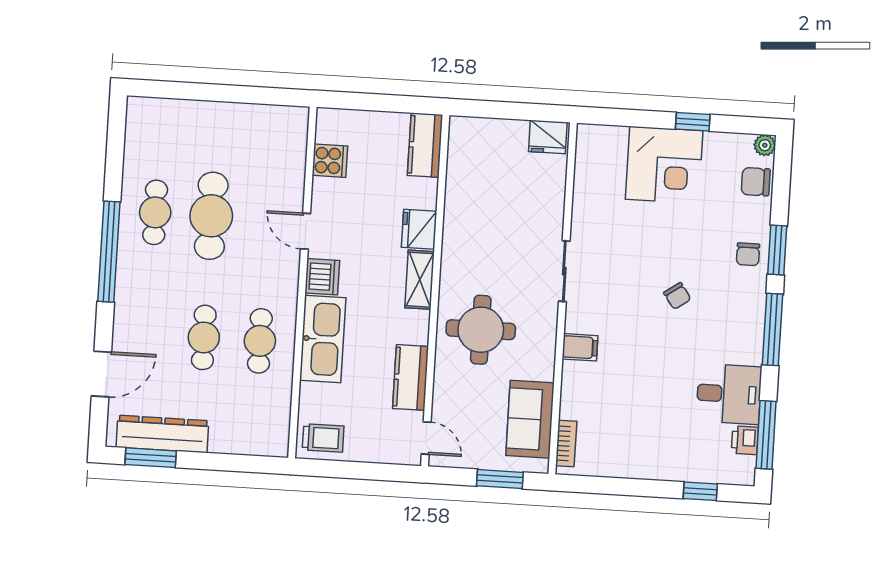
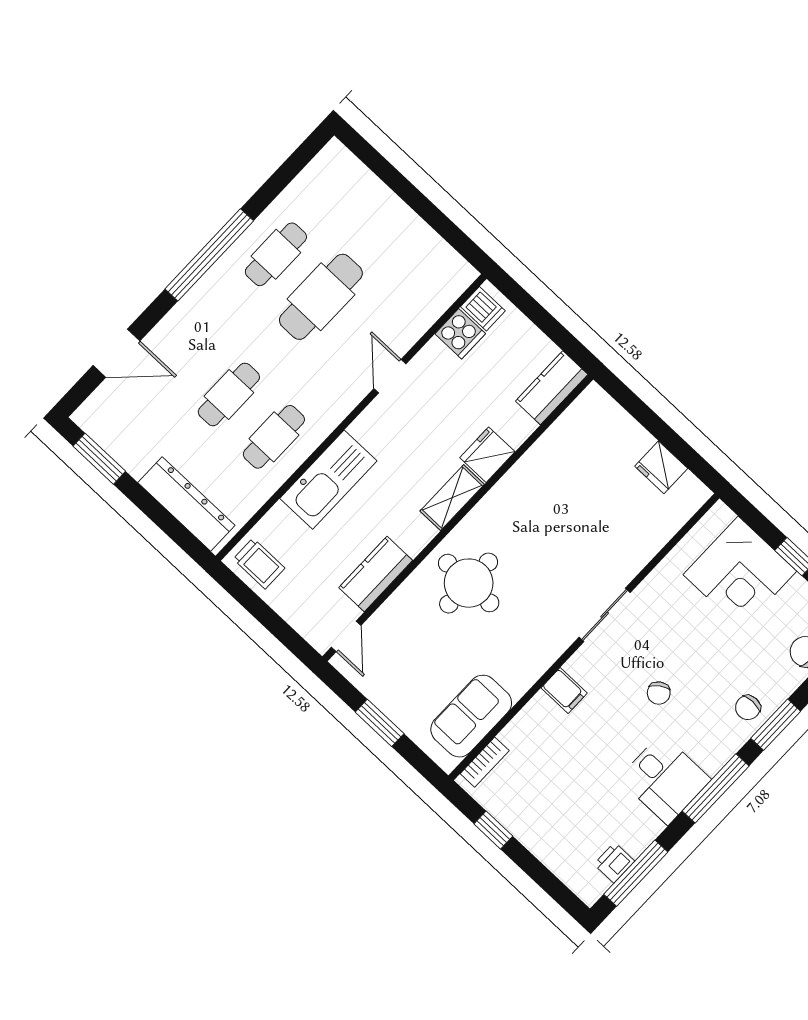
sliding door: (564, 271) -> (605, 615), moved
dishwasher: (322, 277) -> (483, 309), moved, width x0.73
wall: (563, 298) -> (584, 637), moved
filing cabinet: (580, 347) -> (564, 690), moved
desk: (729, 394) -> (665, 779), moved
sofa: (530, 419) -> (471, 716), moved
dresser: (162, 434) -> (186, 504), moved
bookcase: (566, 443) -> (485, 762), moved
window: (700, 491) -> (493, 830), moved

